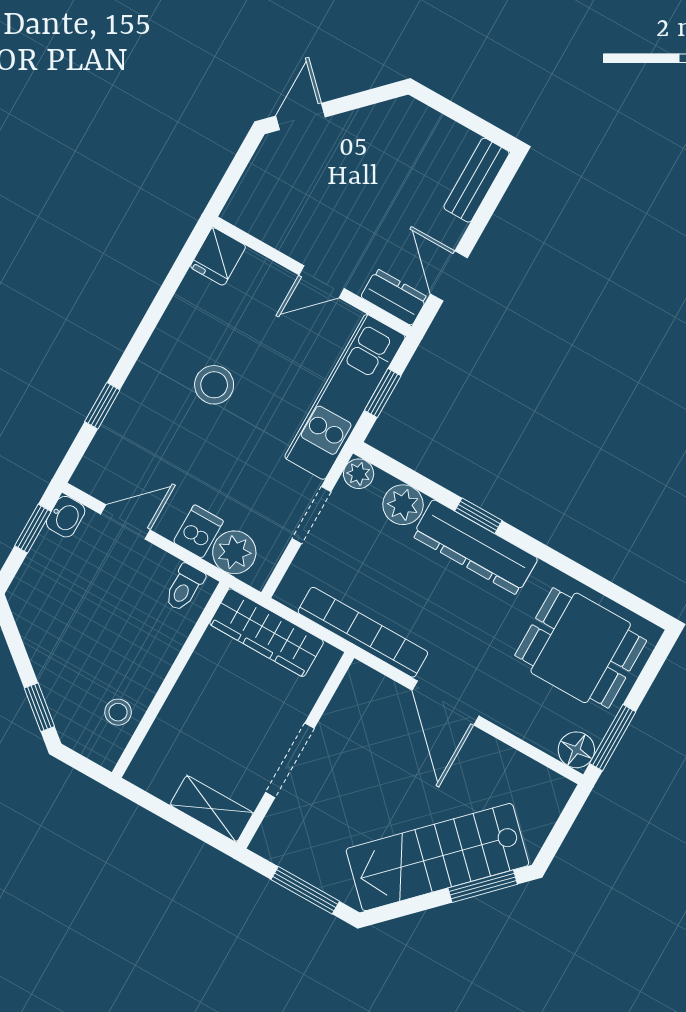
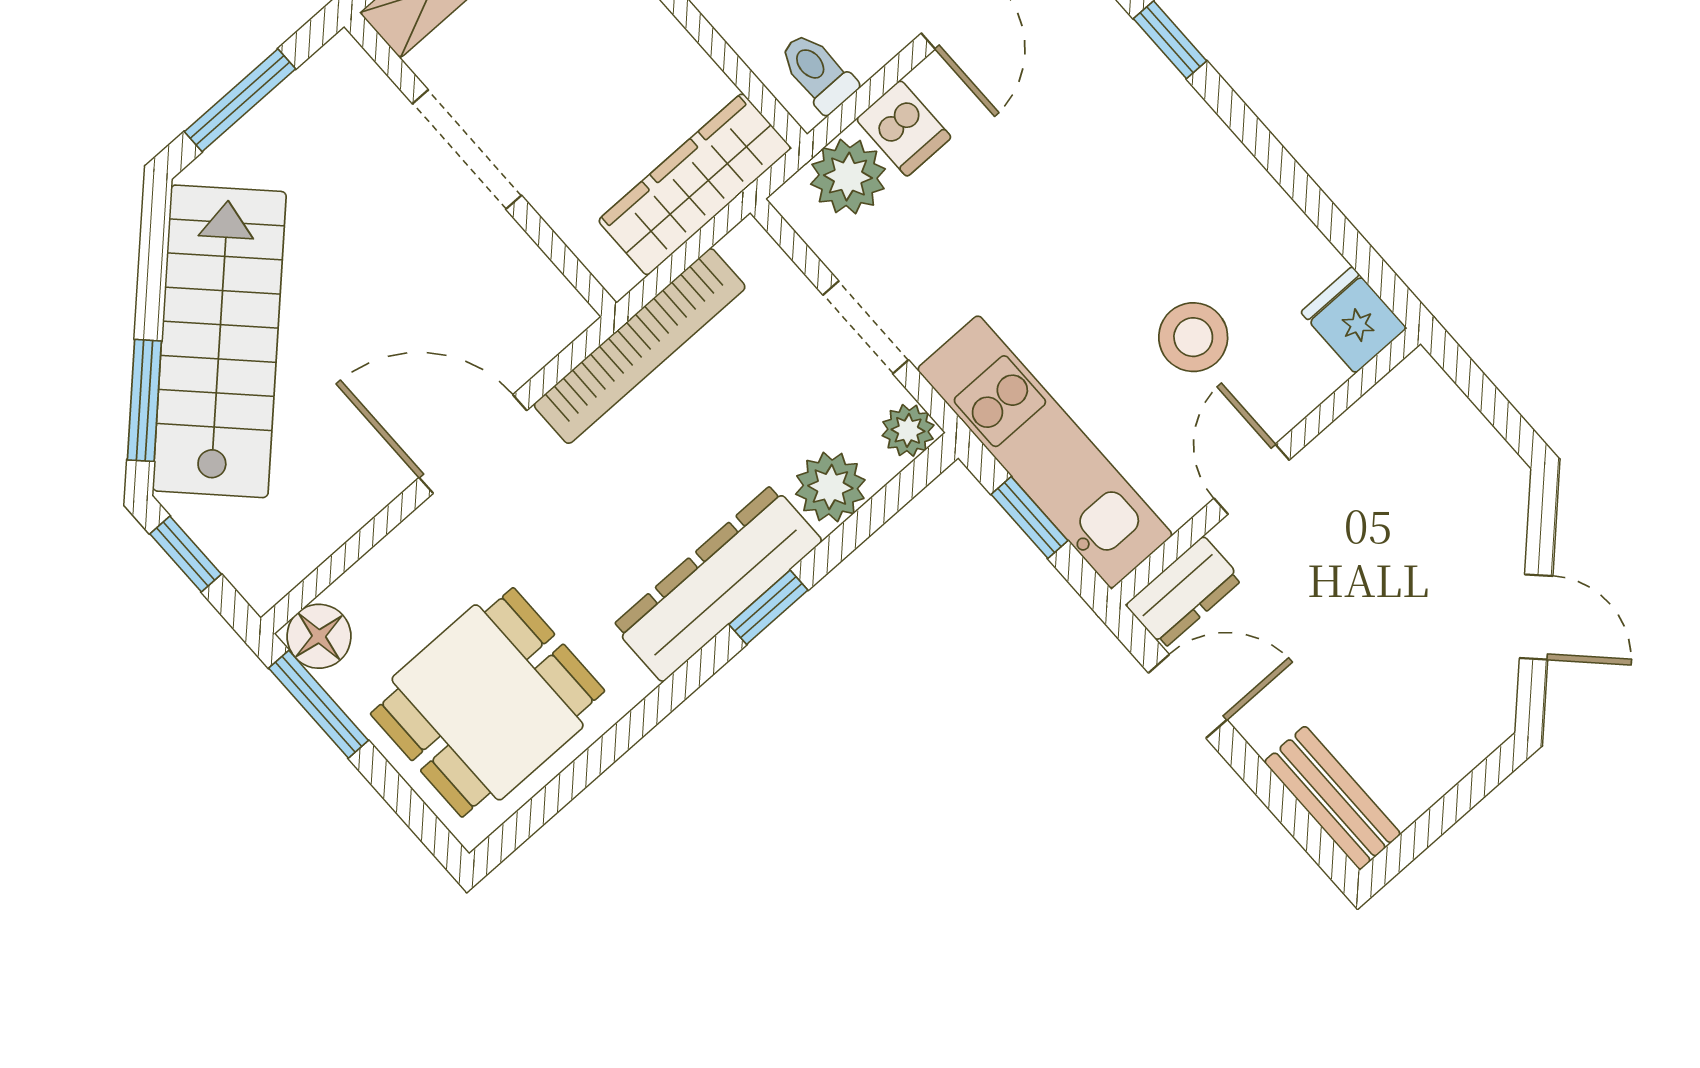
door: (300, 117) -> (1536, 617), moved
stool: (214, 385) -> (1193, 337), moved
window: (557, 836) -> (186, 554), added

